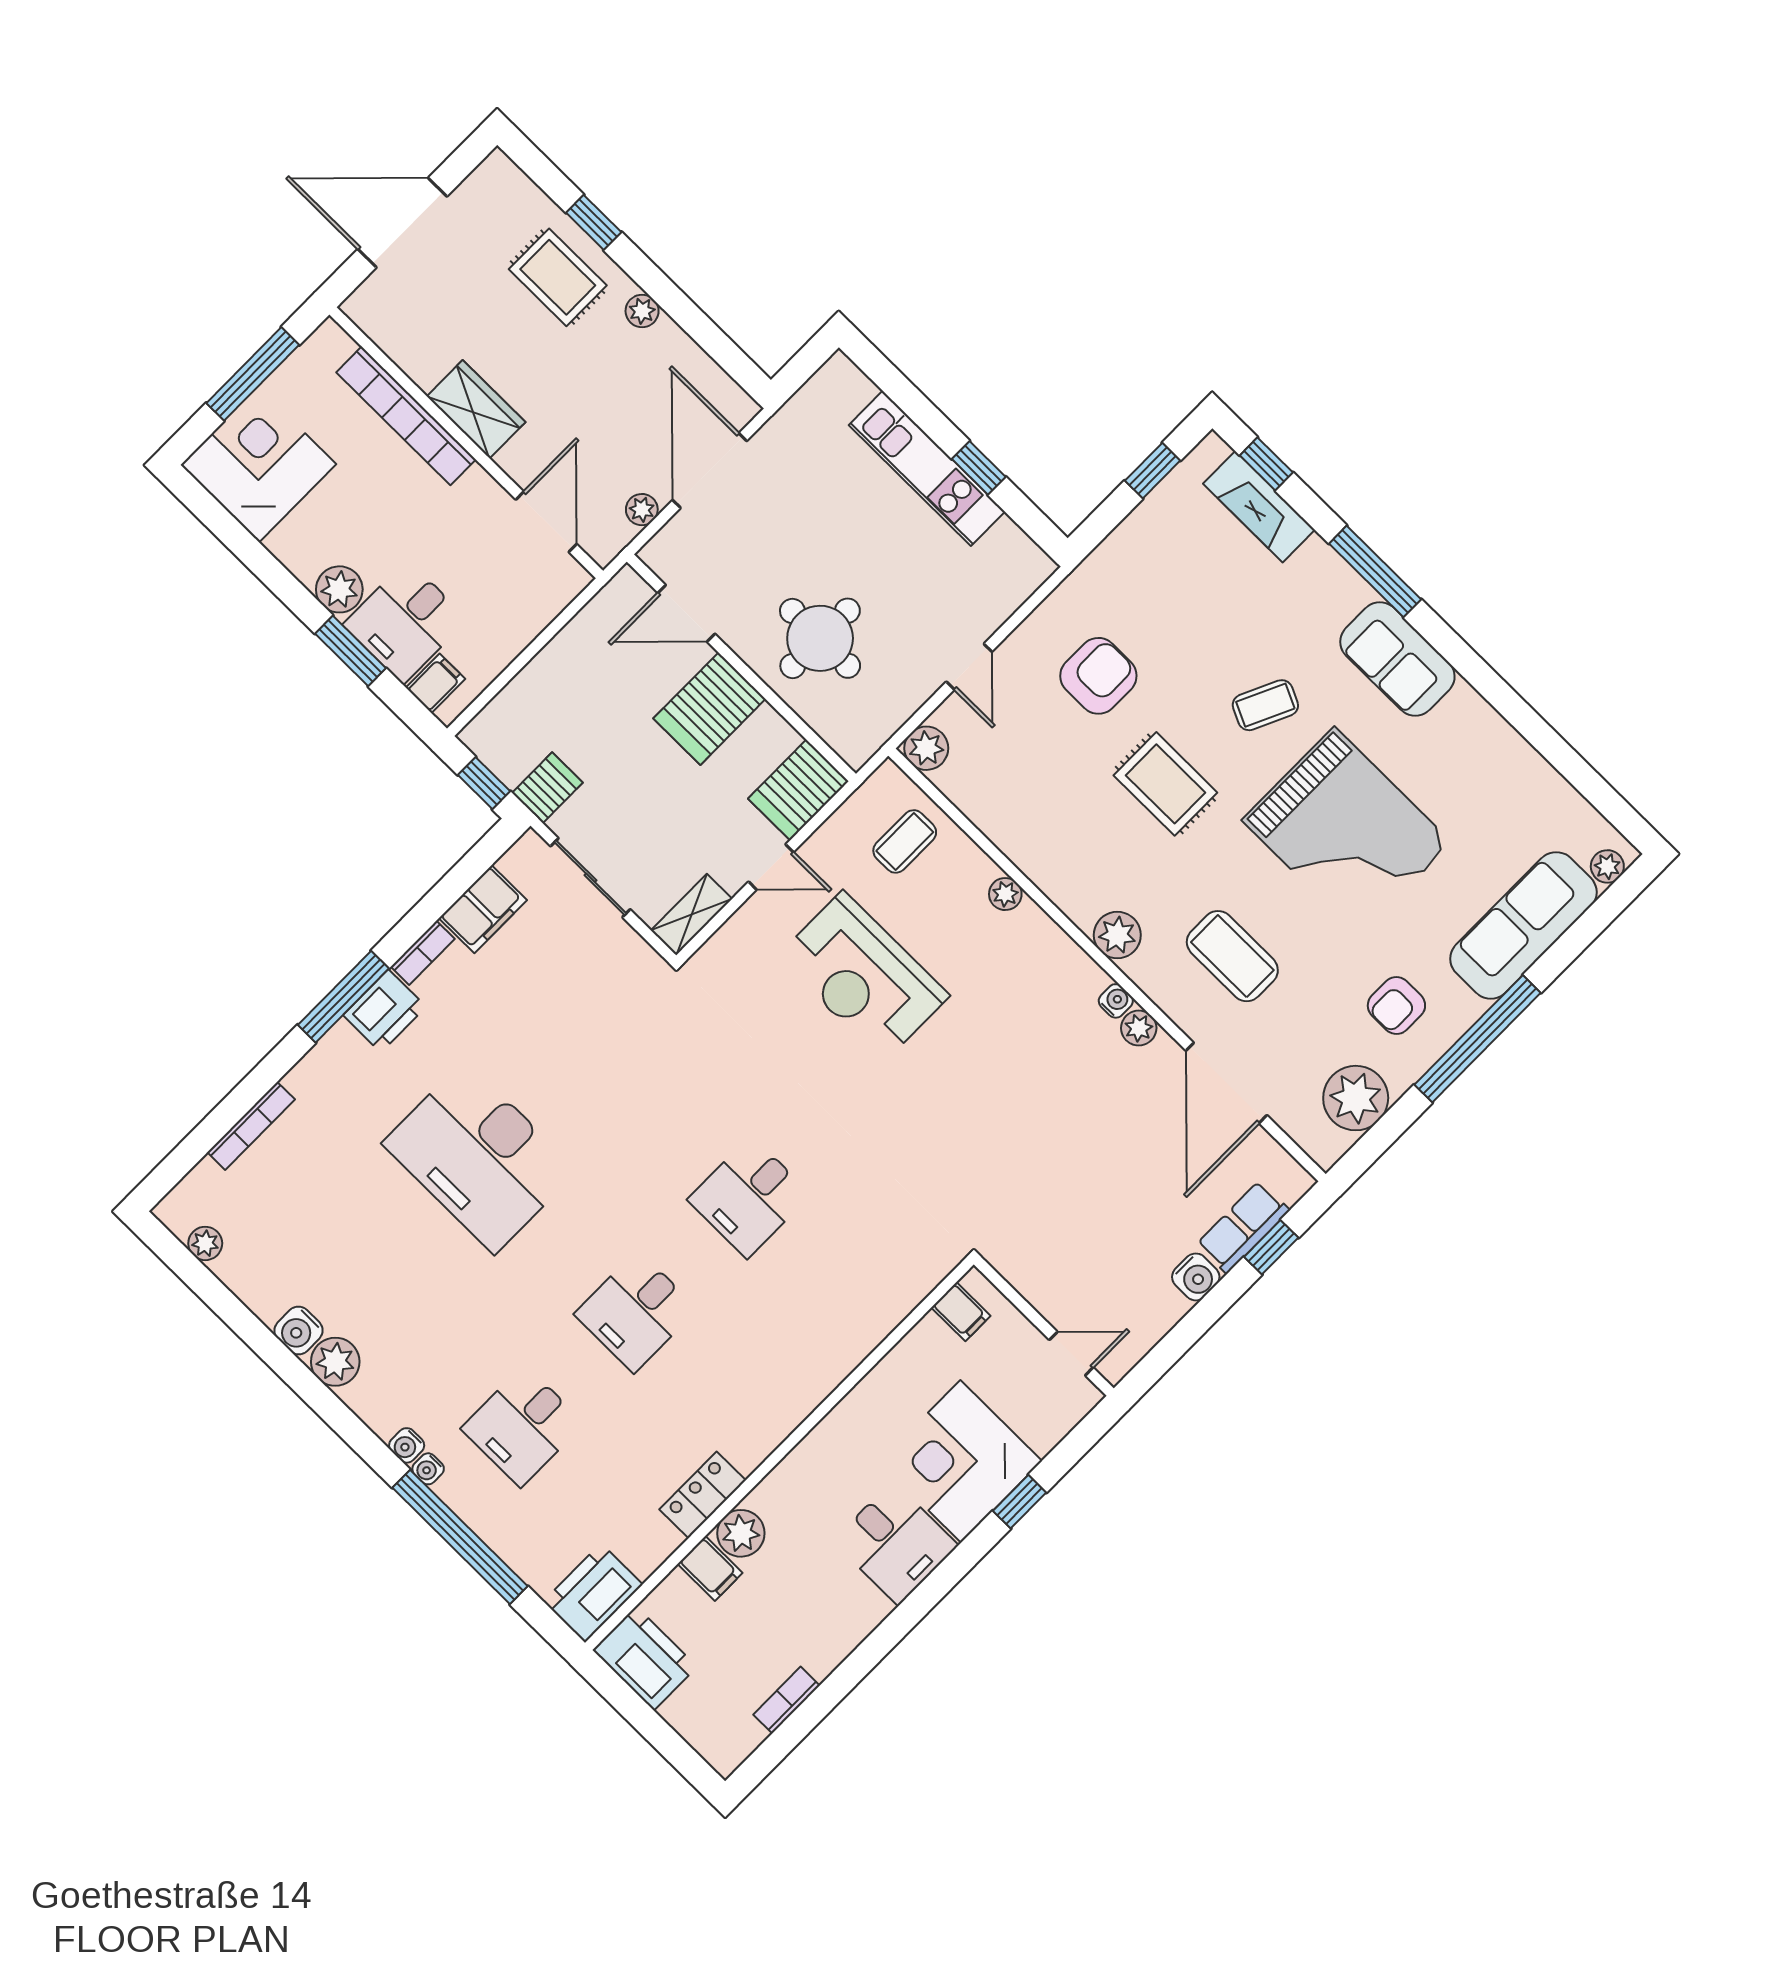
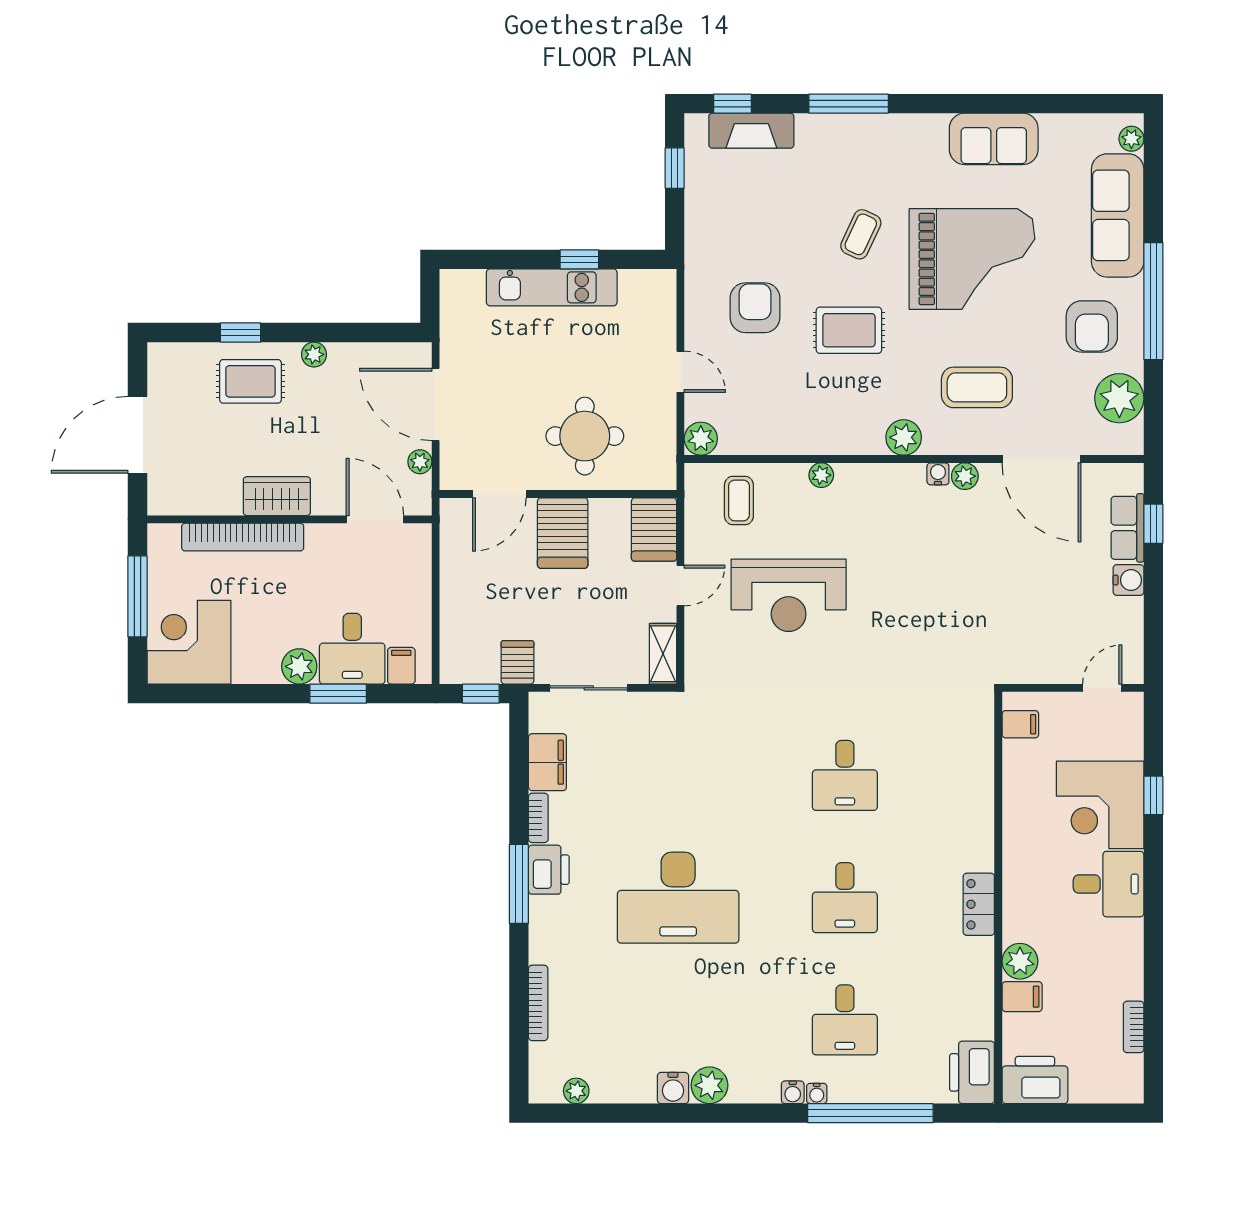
sofa: (1397, 659) -> (994, 139), moved
armchair: (1396, 1005) -> (1092, 326), width x1.38, depth x1.38
locker: (703, 1495) -> (979, 904), moved

